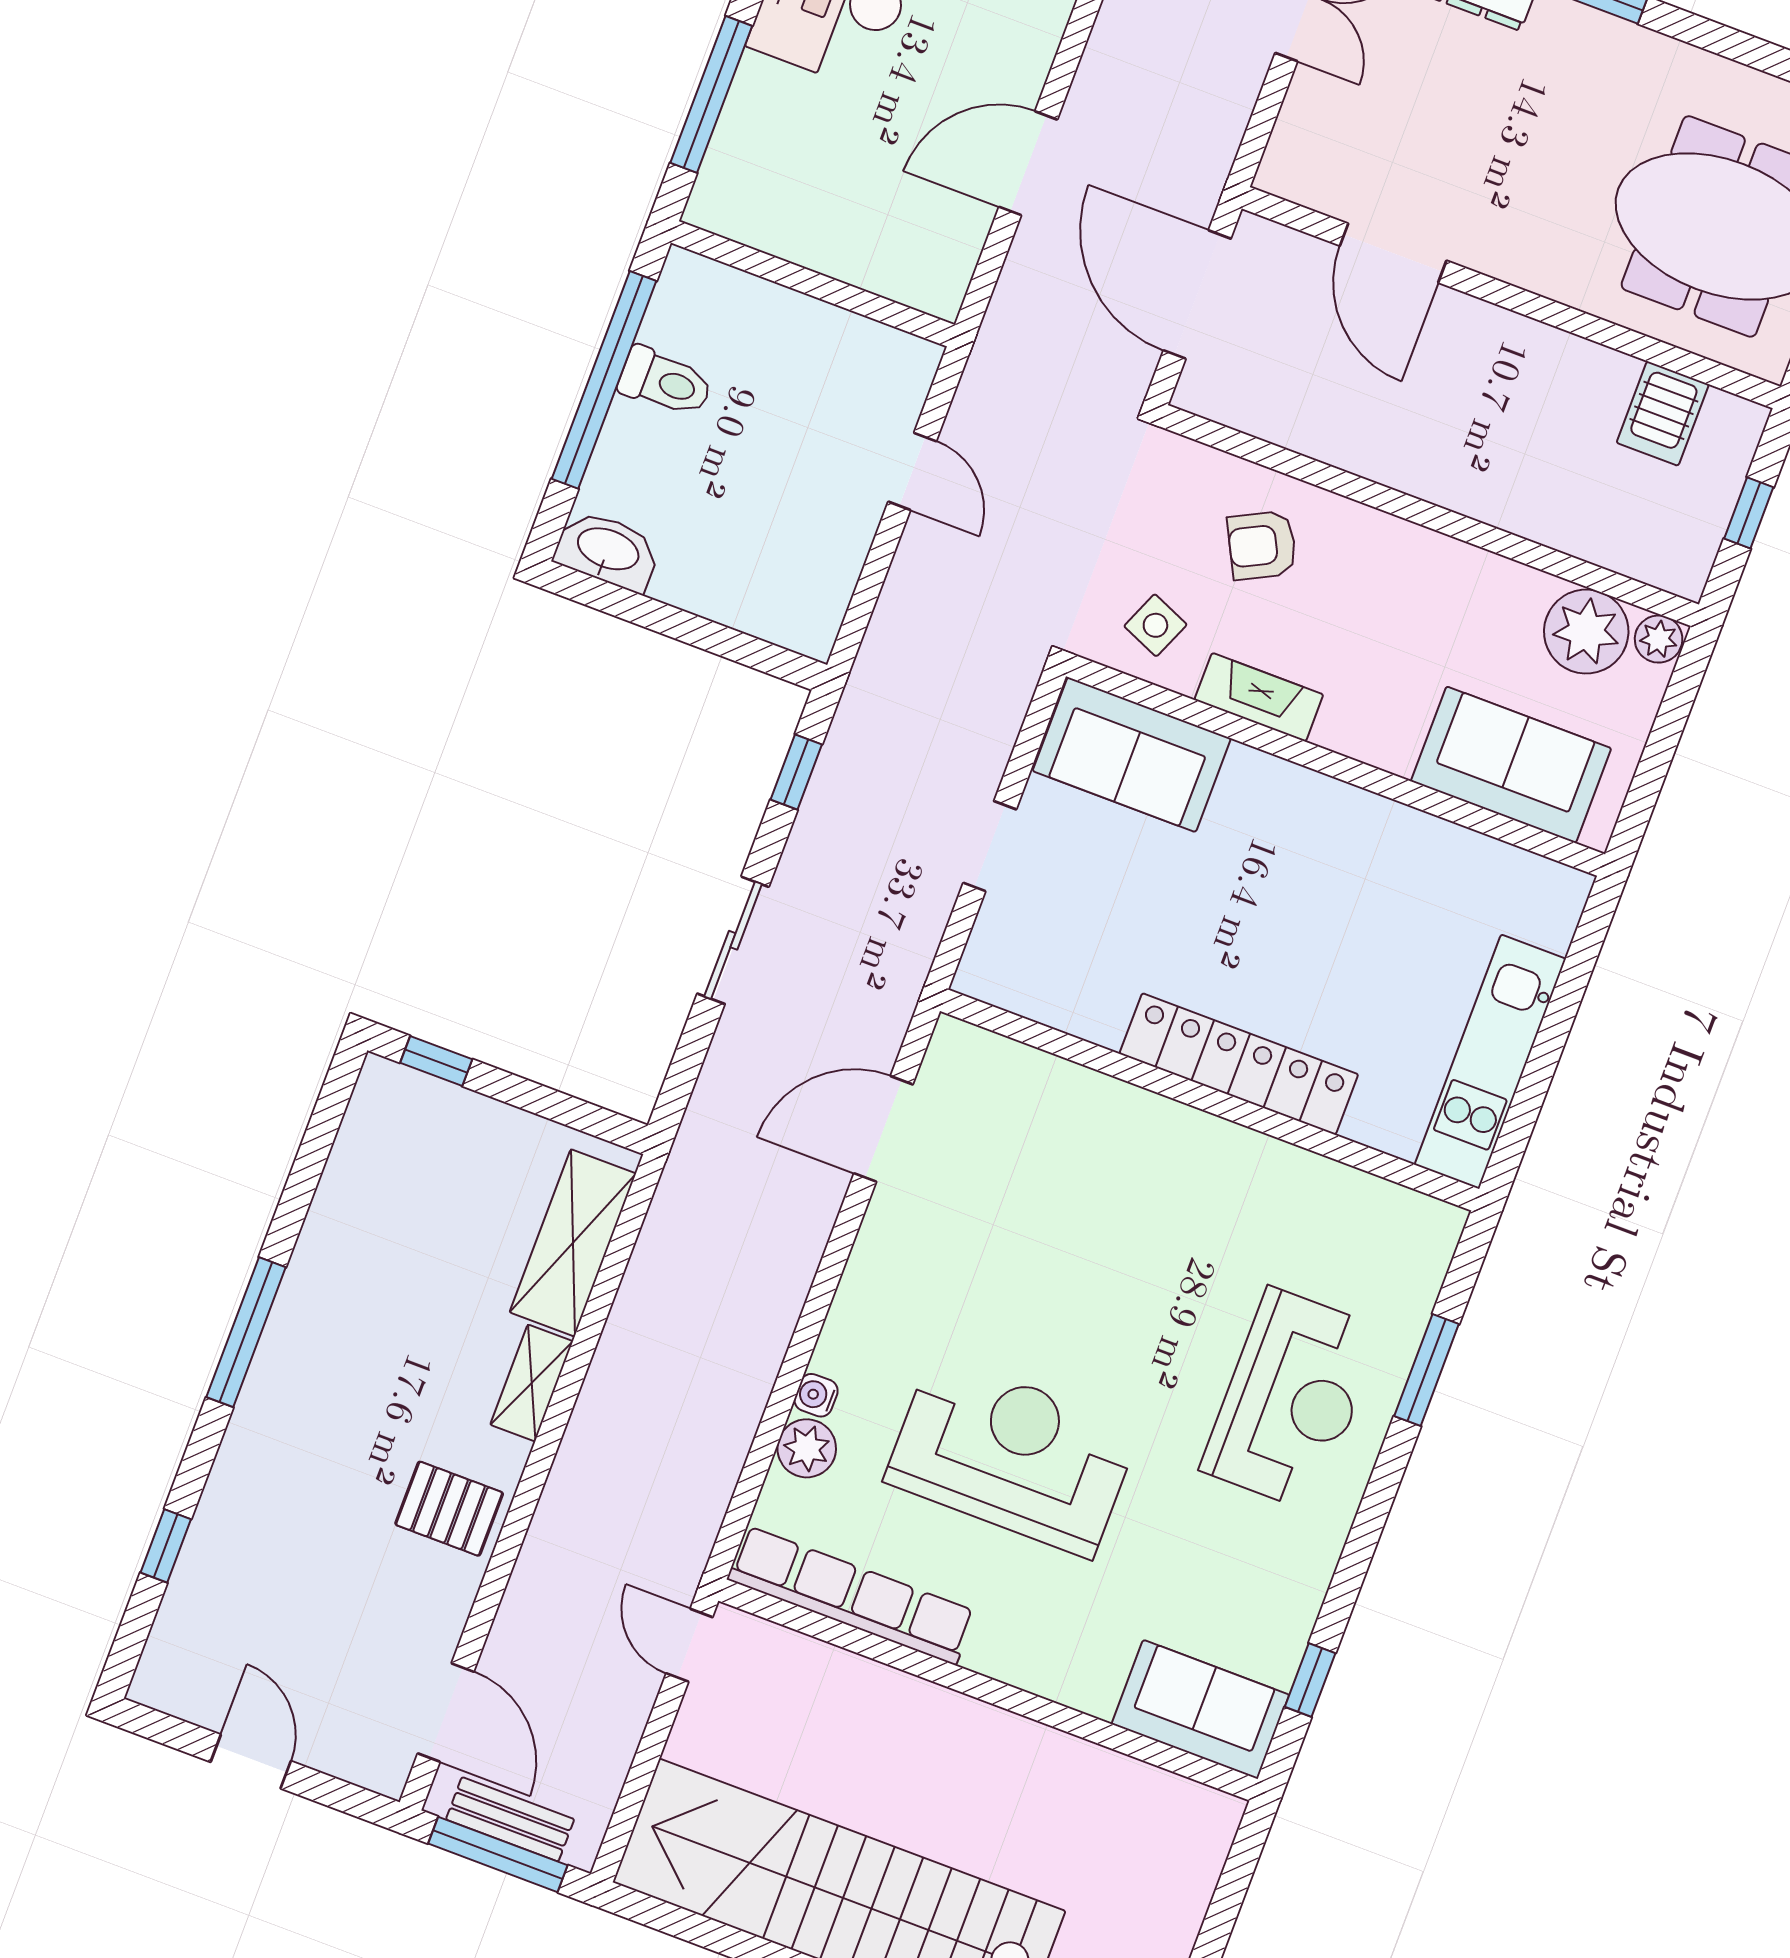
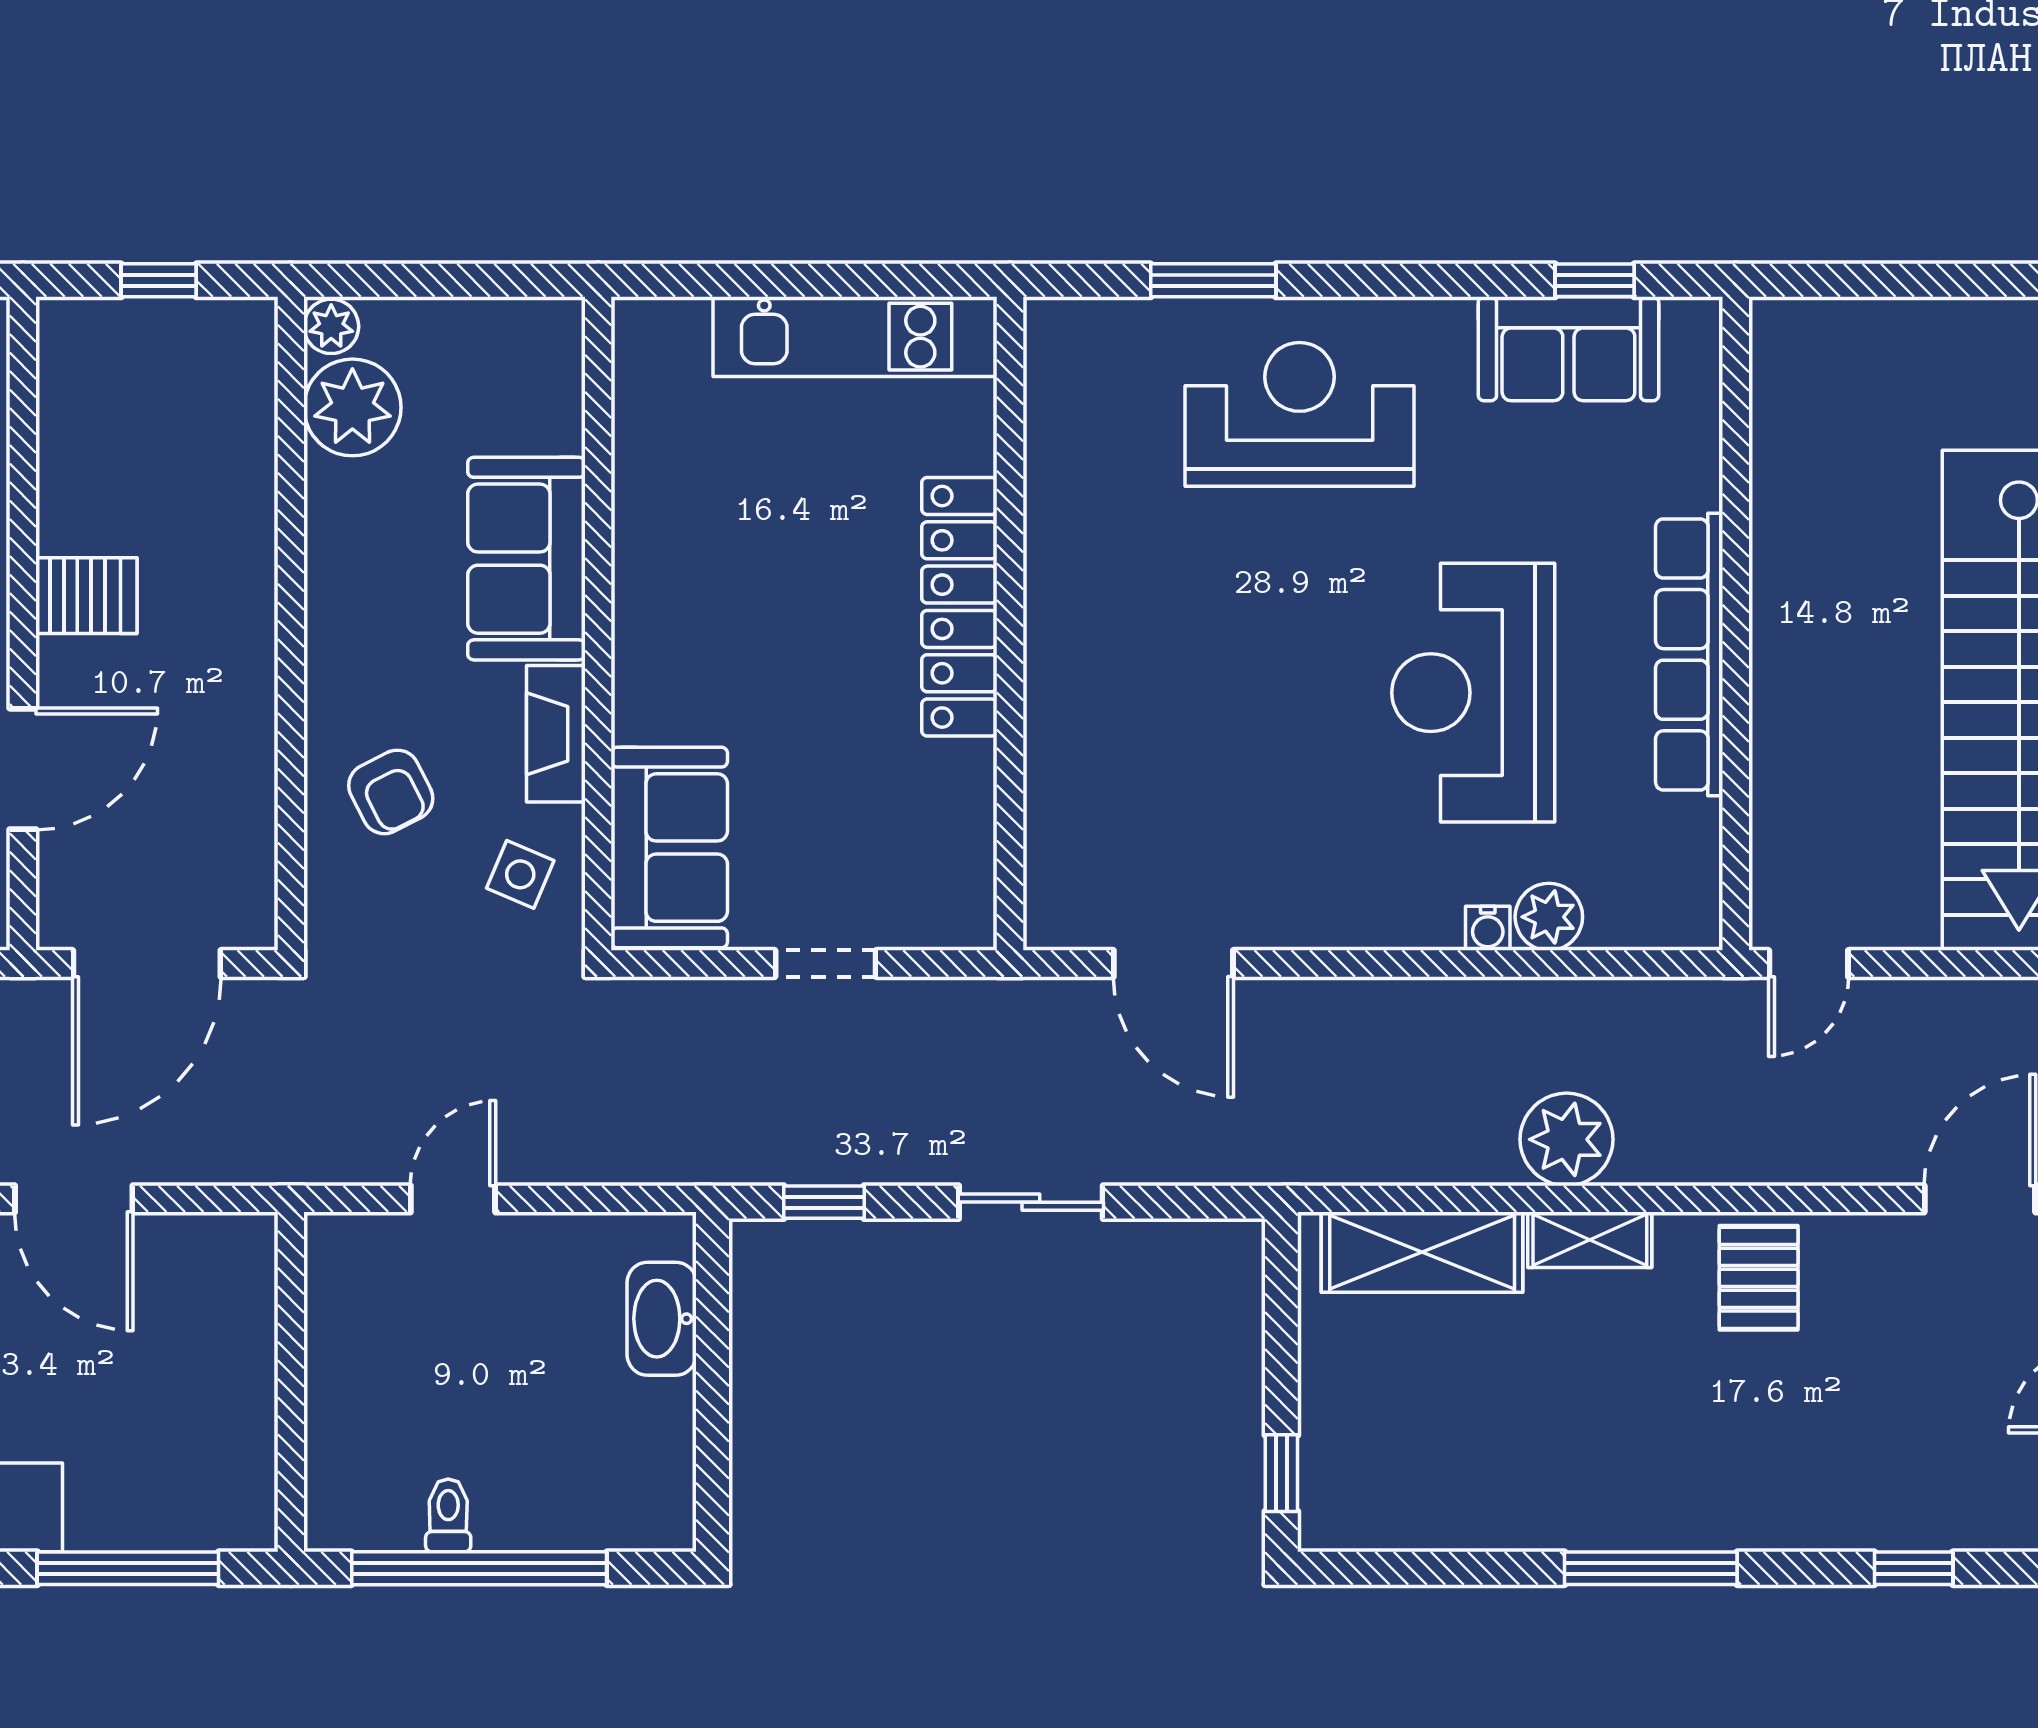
toilet: (665, 382) -> (448, 1515), width x0.73, depth x0.72
server rack: (1663, 413) -> (86, 596), moved
washbasin: (608, 551) -> (662, 1319), moved
sofa: (1511, 765) -> (526, 559), moved
plant: (620, 1395) -> (1567, 1139), added
row of seats: (851, 1595) -> (1689, 654), moved
sofa: (1200, 1709) -> (1568, 349), moved, turned -90

